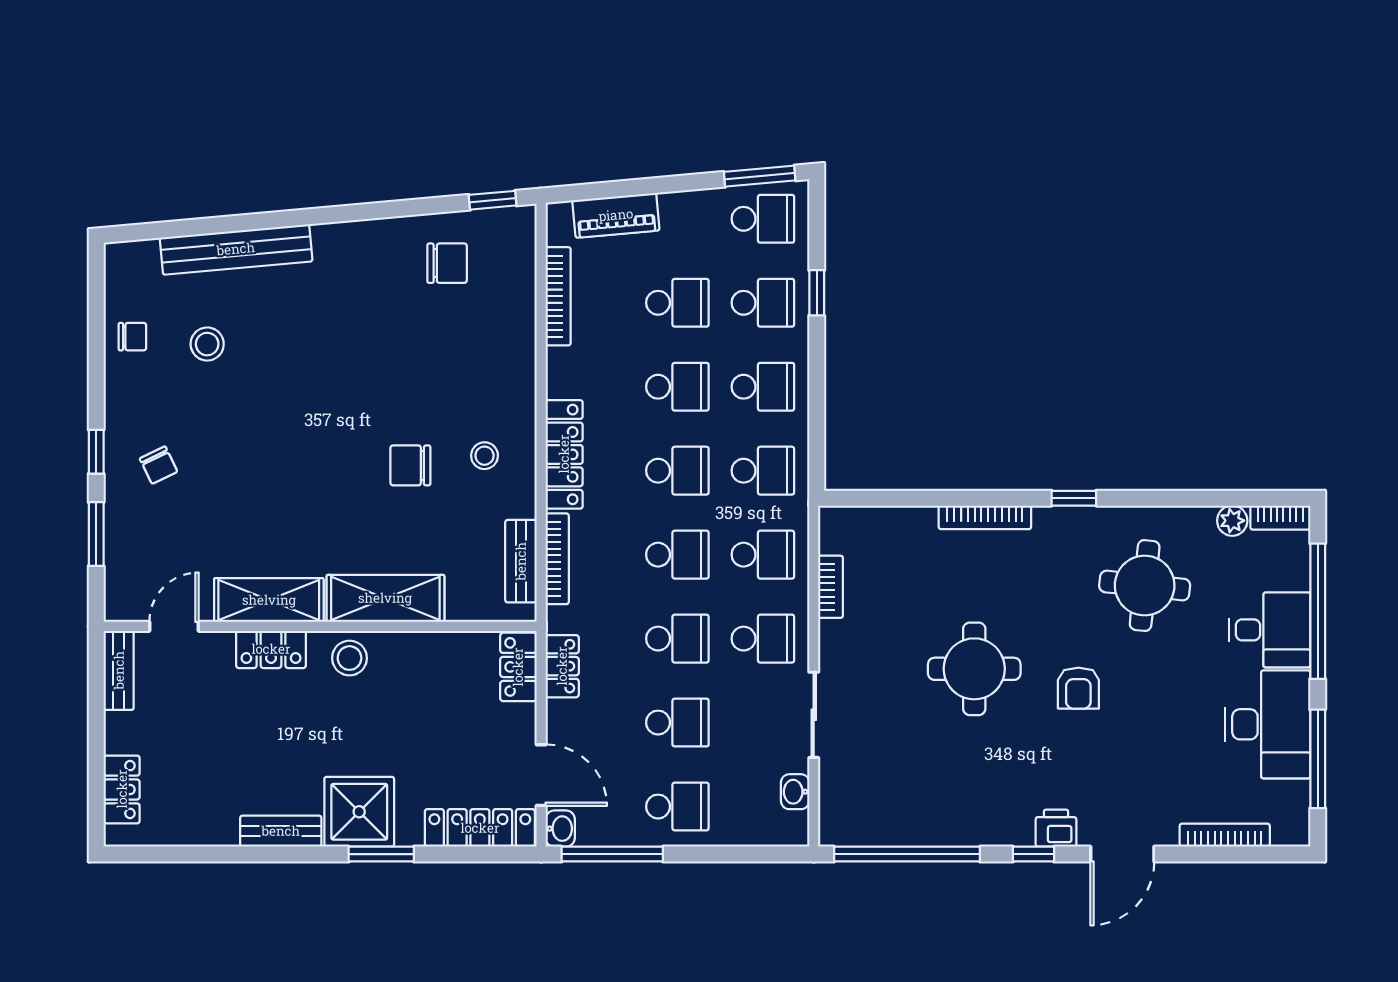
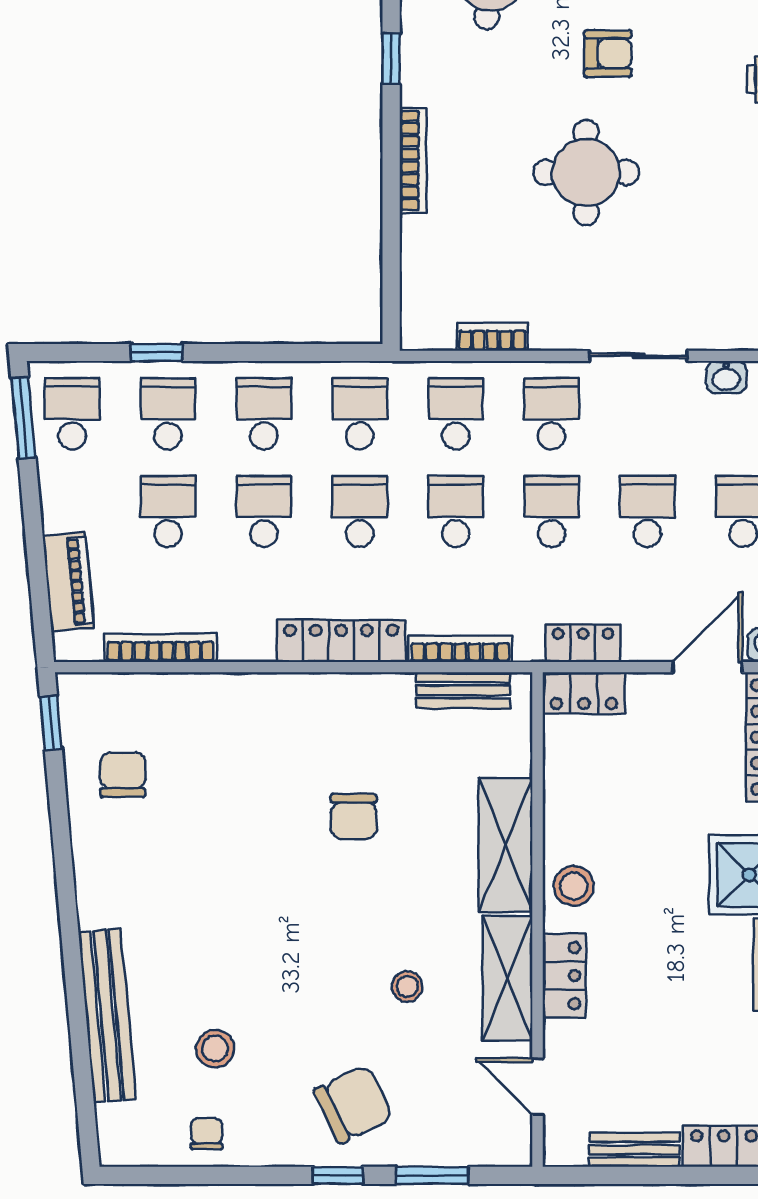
stool: (485, 456) -> (407, 987), moved
chair: (159, 465) -> (353, 1104), width x1.87, depth x1.87
bench: (119, 670) -> (634, 1150), moved

